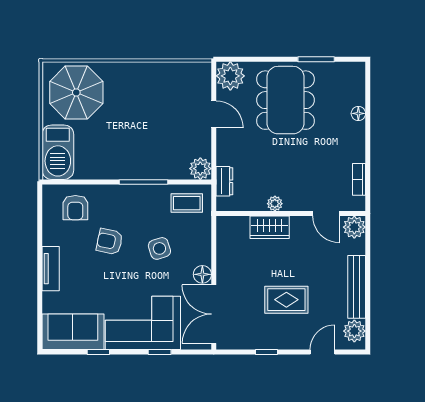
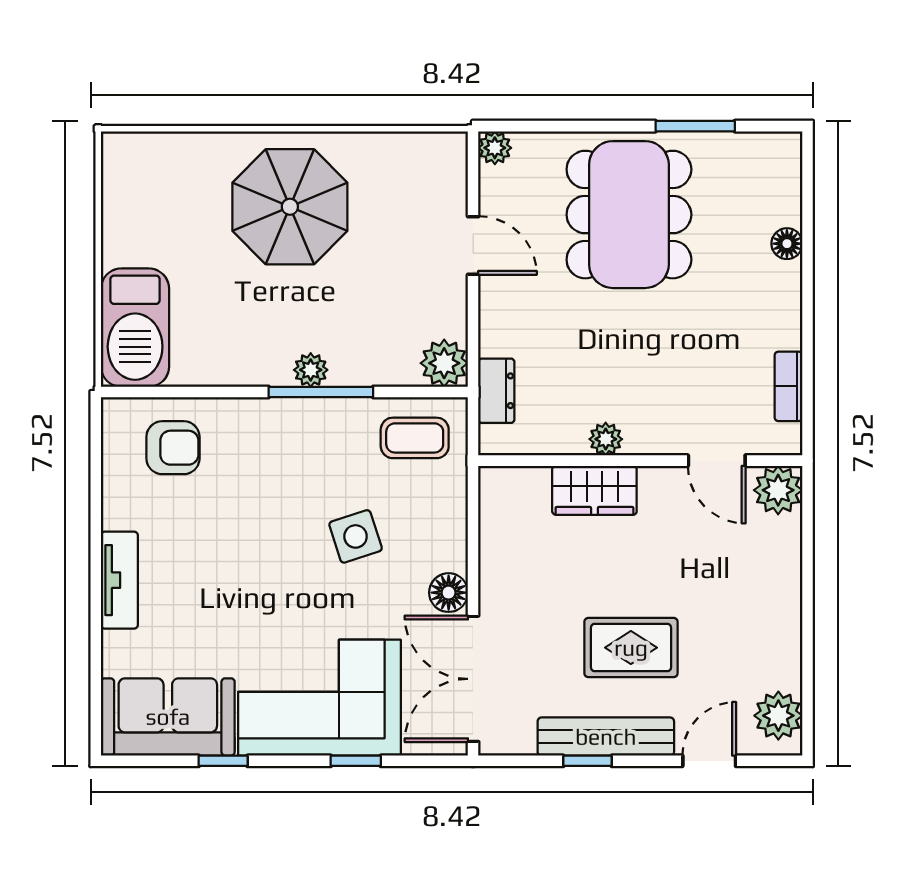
plant: (230, 76) -> (495, 148), width x0.53, depth x0.53
parasol: (76, 92) -> (290, 207), moved
plant: (139, 172) -> (311, 370), added
armchair: (75, 208) -> (173, 448), turned -90
armchair: (109, 242) -> (247, 521), removed
bench: (357, 287) -> (606, 737), moved, turned 90

